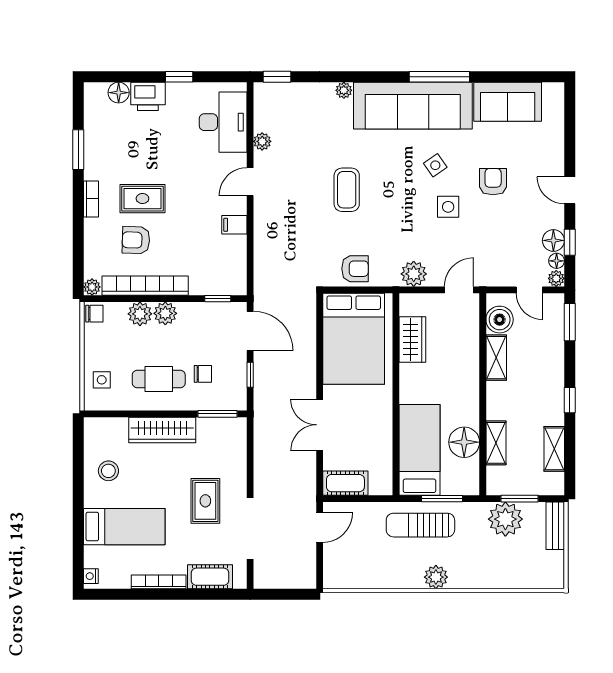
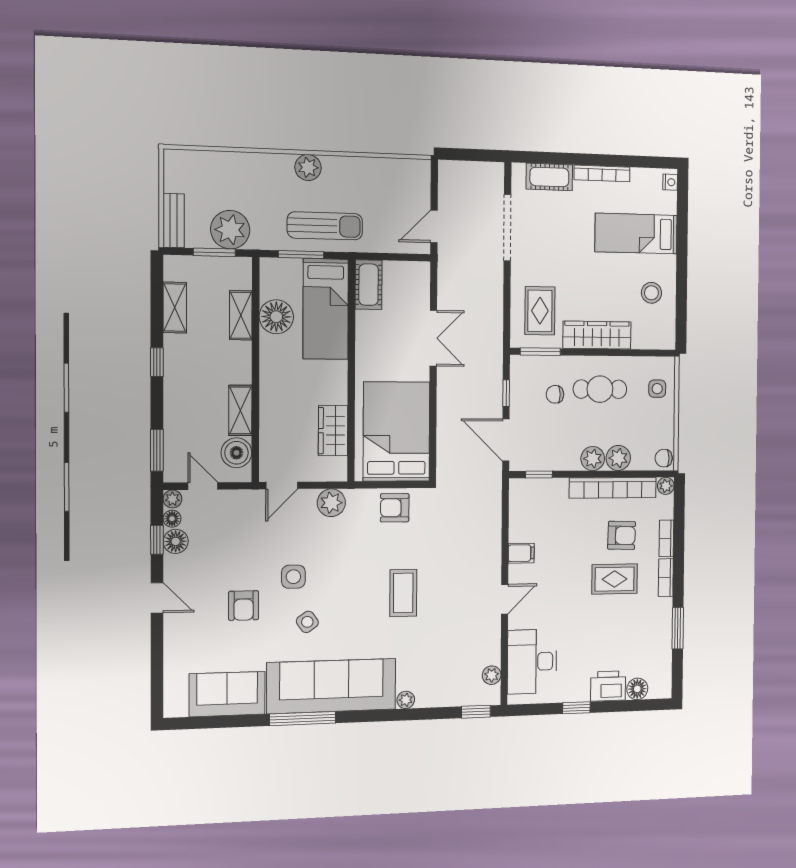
plant: (262, 141) -> (492, 675), moved
bookcase: (91, 237) -> (666, 538), added
cot: (345, 483) -> (369, 285), moved, turned 90
rug: (205, 501) -> (540, 311), moved

